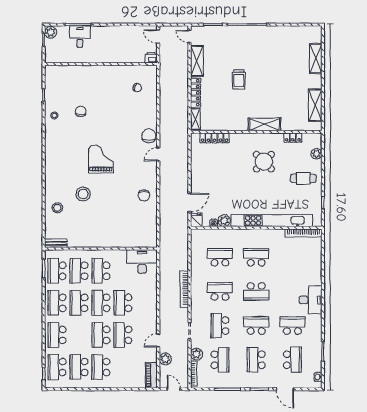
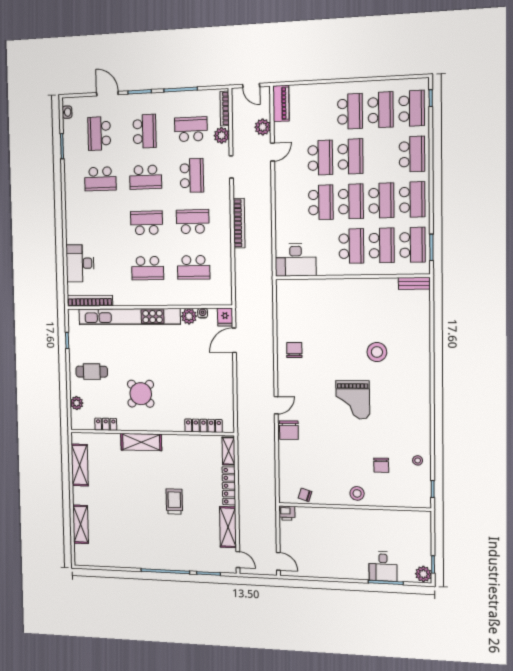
printer: (151, 58) -> (287, 513), moved
wall: (101, 64) -> (354, 507), moved
stool: (57, 208) -> (357, 493), moved
school desk: (220, 291) -> (193, 222), turned 180
desk: (311, 300) -> (80, 263), moved
school desk: (220, 360) -> (191, 129), turned 90

